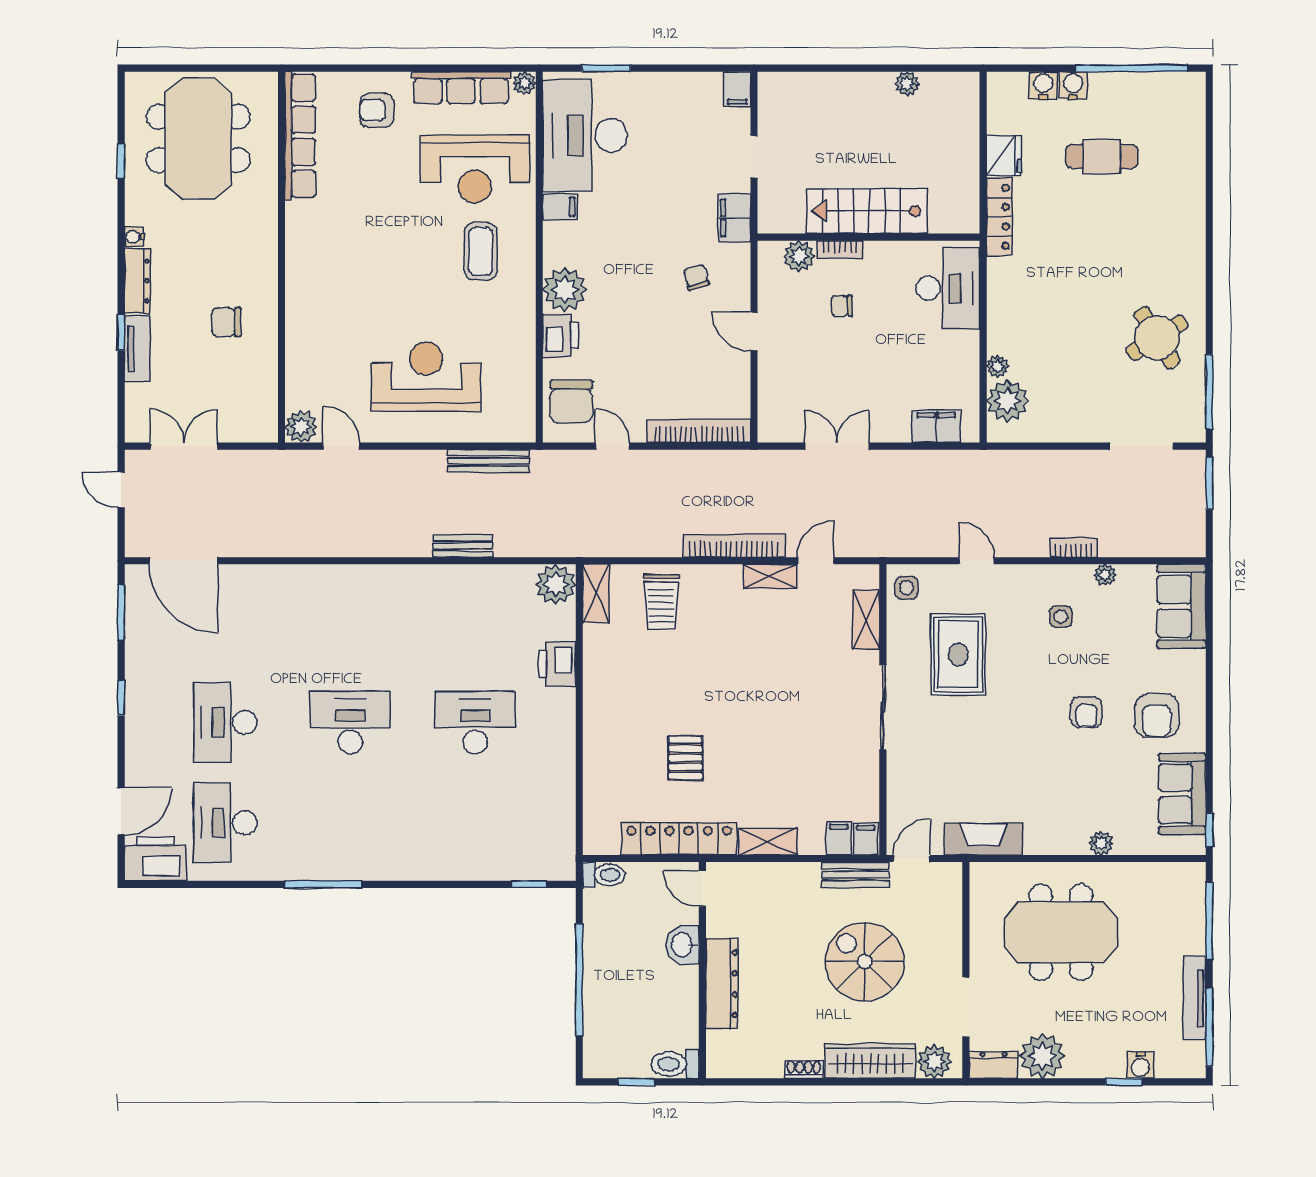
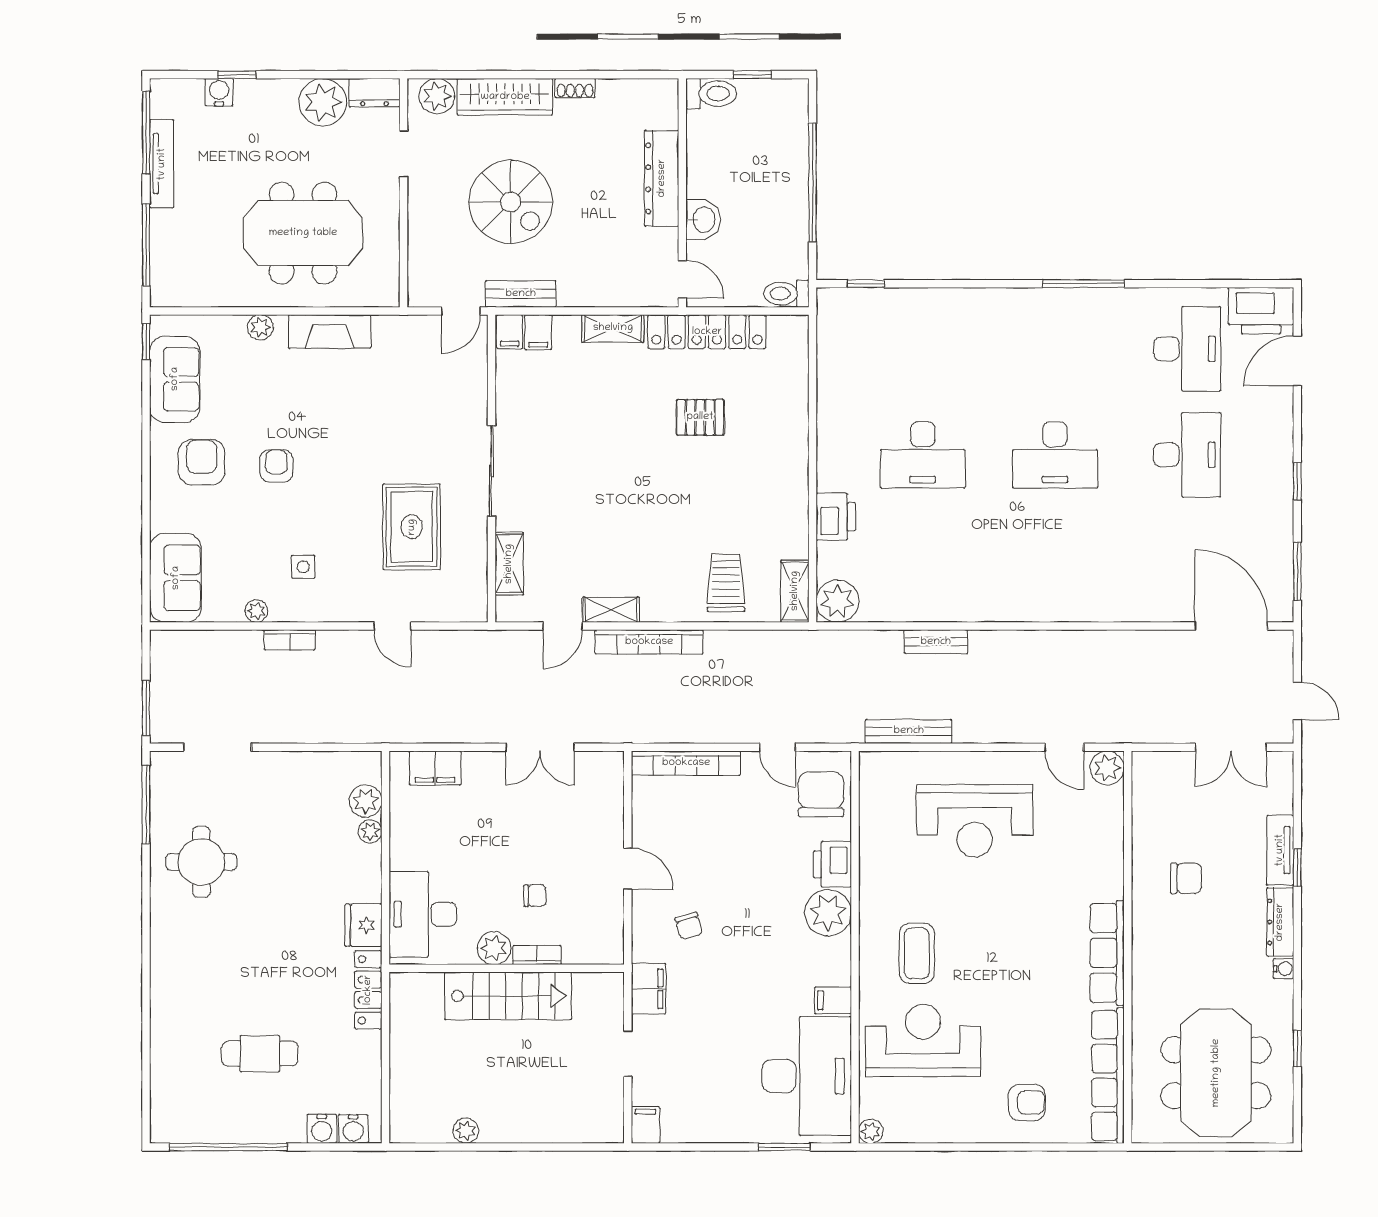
water cooler: (1073, 85) -> (353, 1129), moved
row of seats: (461, 88) -> (1107, 953), moved, turned -90
fridge: (1004, 156) -> (363, 925), moved
plant: (799, 256) -> (494, 948), moved
round table: (1157, 338) -> (201, 862), turned 32
plant: (1007, 401) -> (366, 801), width x0.73, depth x0.73
side table: (907, 588) -> (466, 597), removed
pallet: (685, 758) -> (700, 417), turned 90
fireplace: (983, 839) -> (330, 331), moved
doorway: (966, 1007) -> (404, 154), width x0.73

